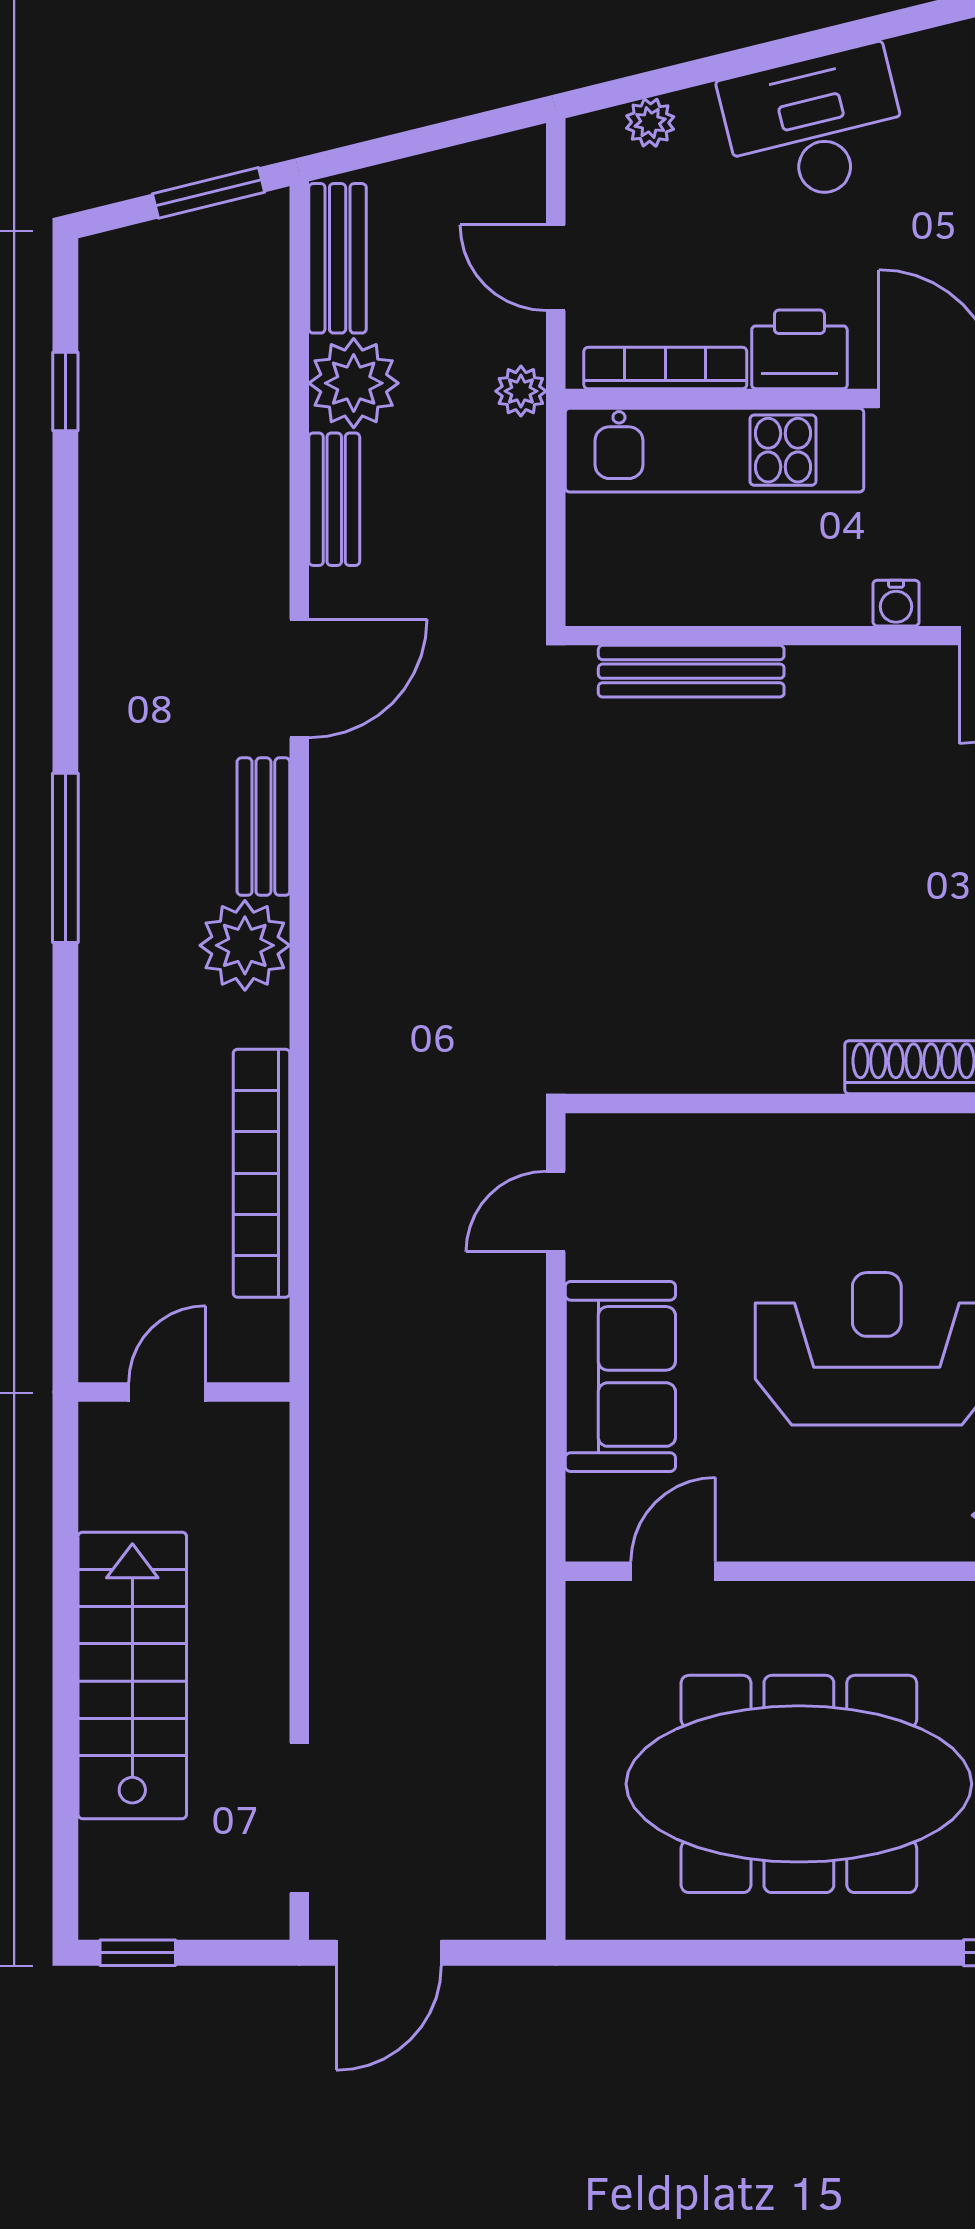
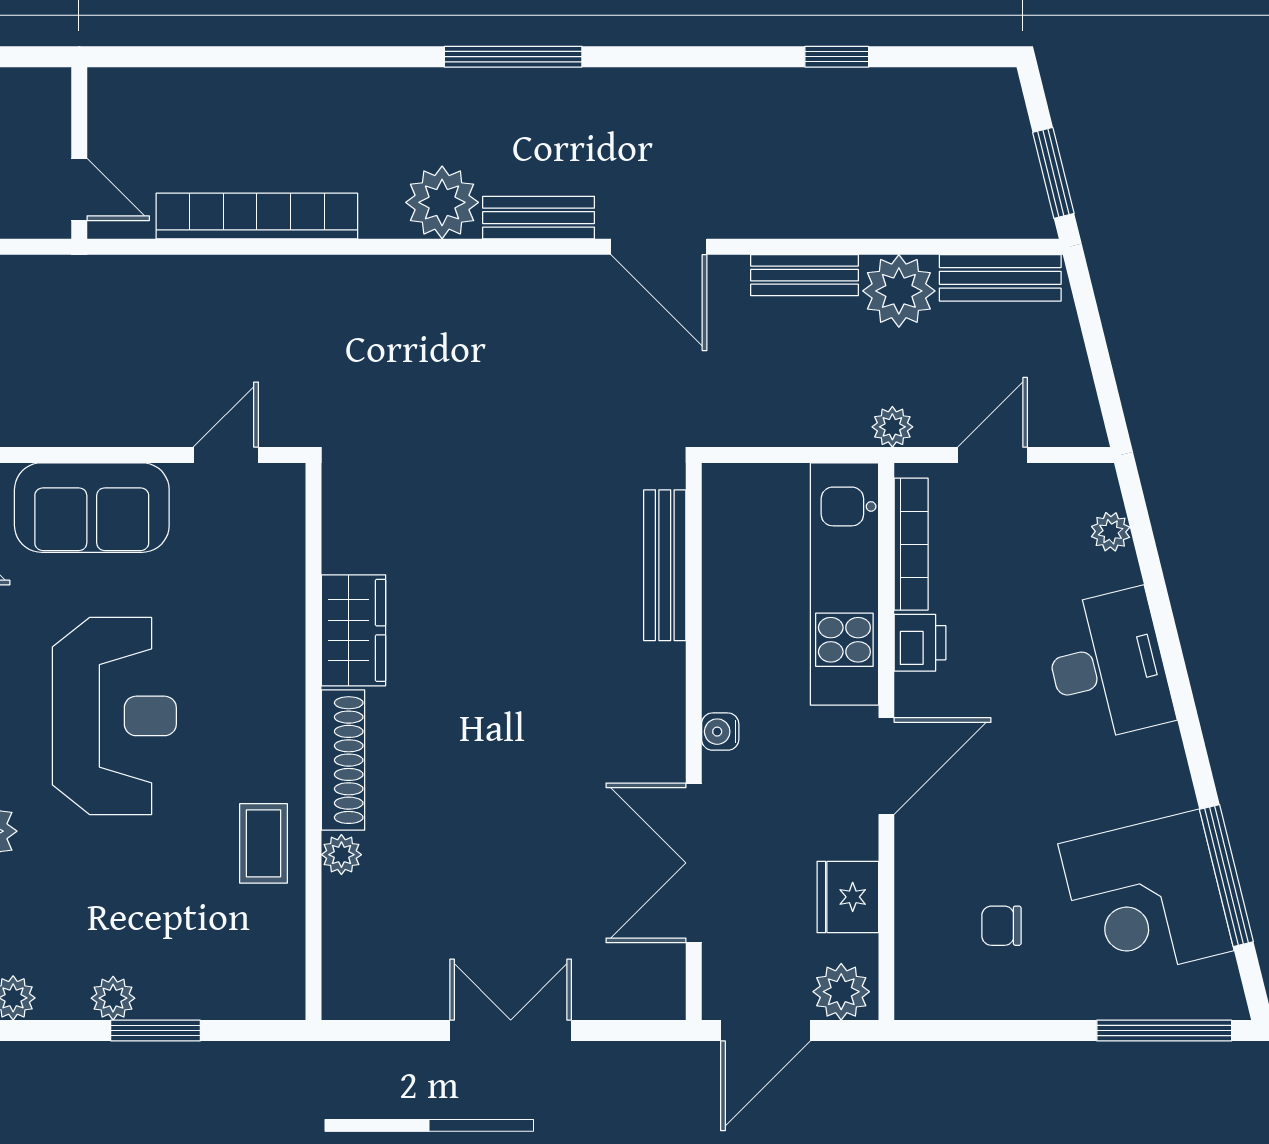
printer: (799, 349) -> (920, 643), width x0.73, depth x0.81
window: (65, 391) -> (837, 57), moved
wardrobe: (771, 1054) -> (354, 630), added
door: (556, 1211) -> (226, 455), hinge flipped
door: (167, 1392) -> (79, 189), moved

